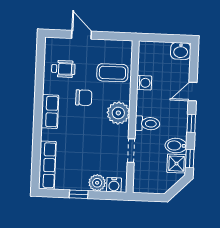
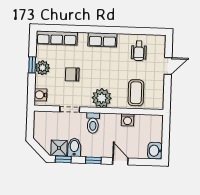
chair: (84, 98) -> (72, 74), moved, turned 90
plant: (97, 183) -> (42, 68), moved

